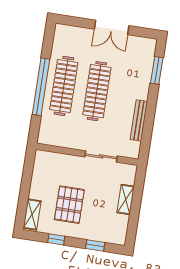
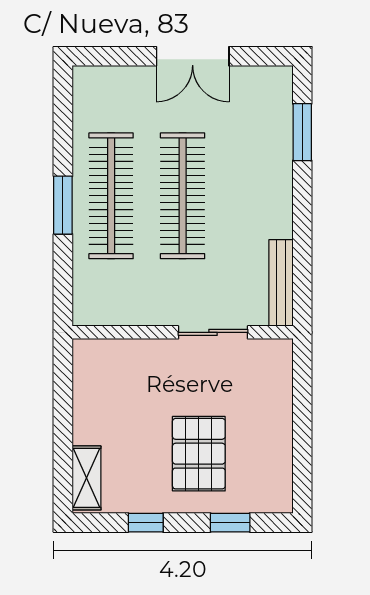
window: (41, 87) -> (63, 205), width x0.47
bench: (139, 120) -> (281, 283), moved
shelving: (126, 199) -> (279, 415), removed
pallet: (69, 205) -> (199, 454), moved

